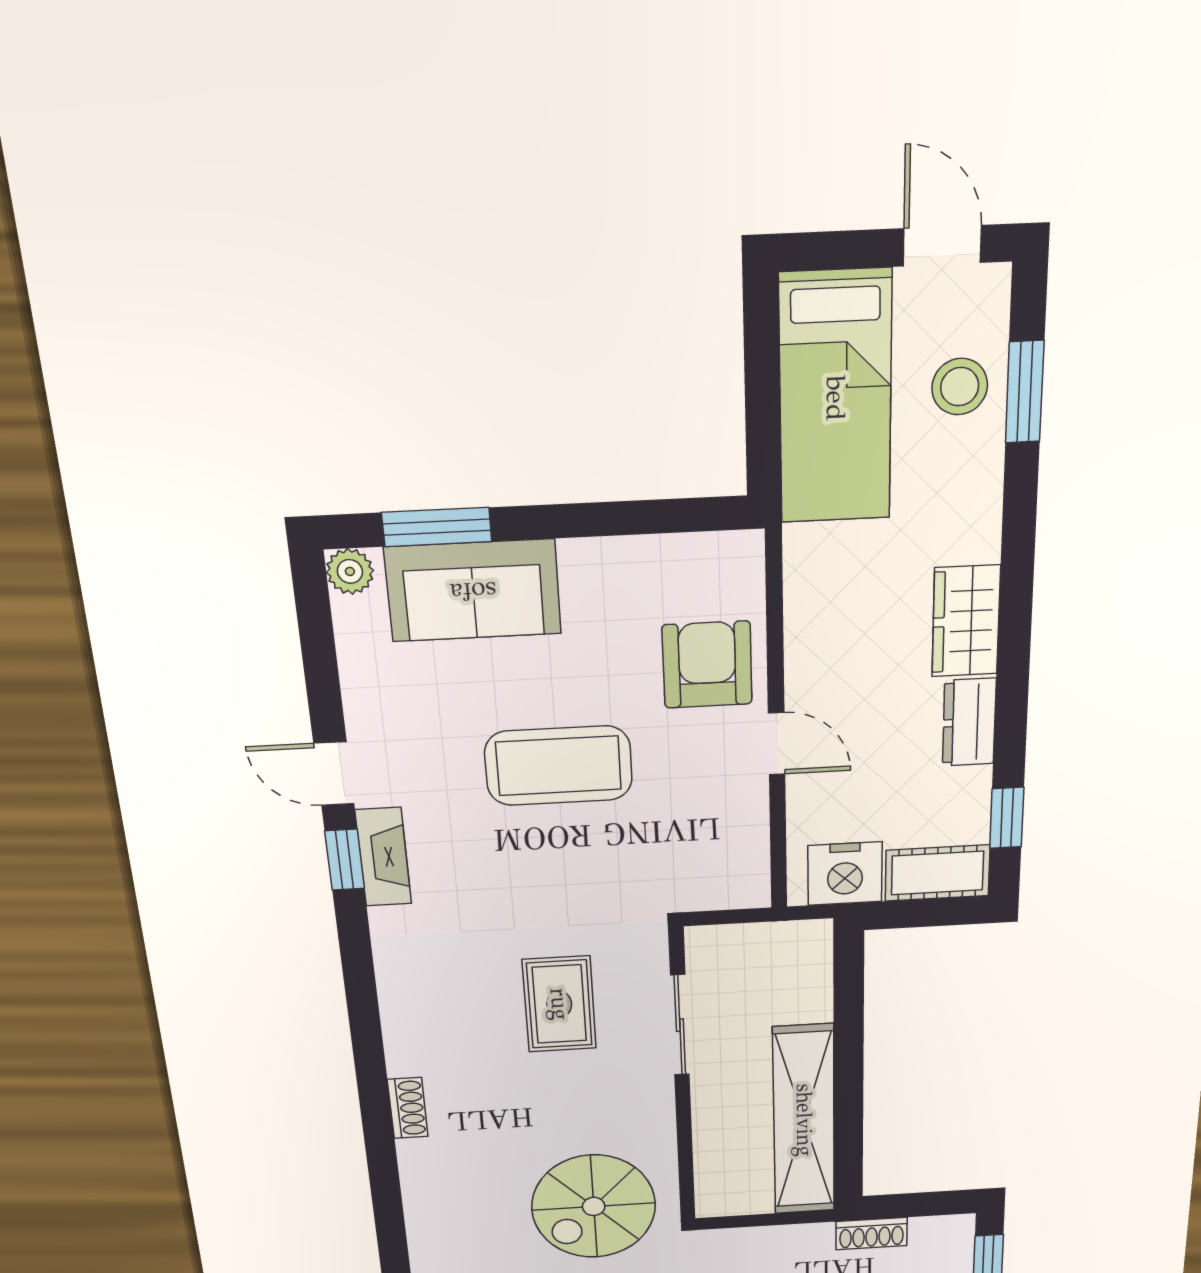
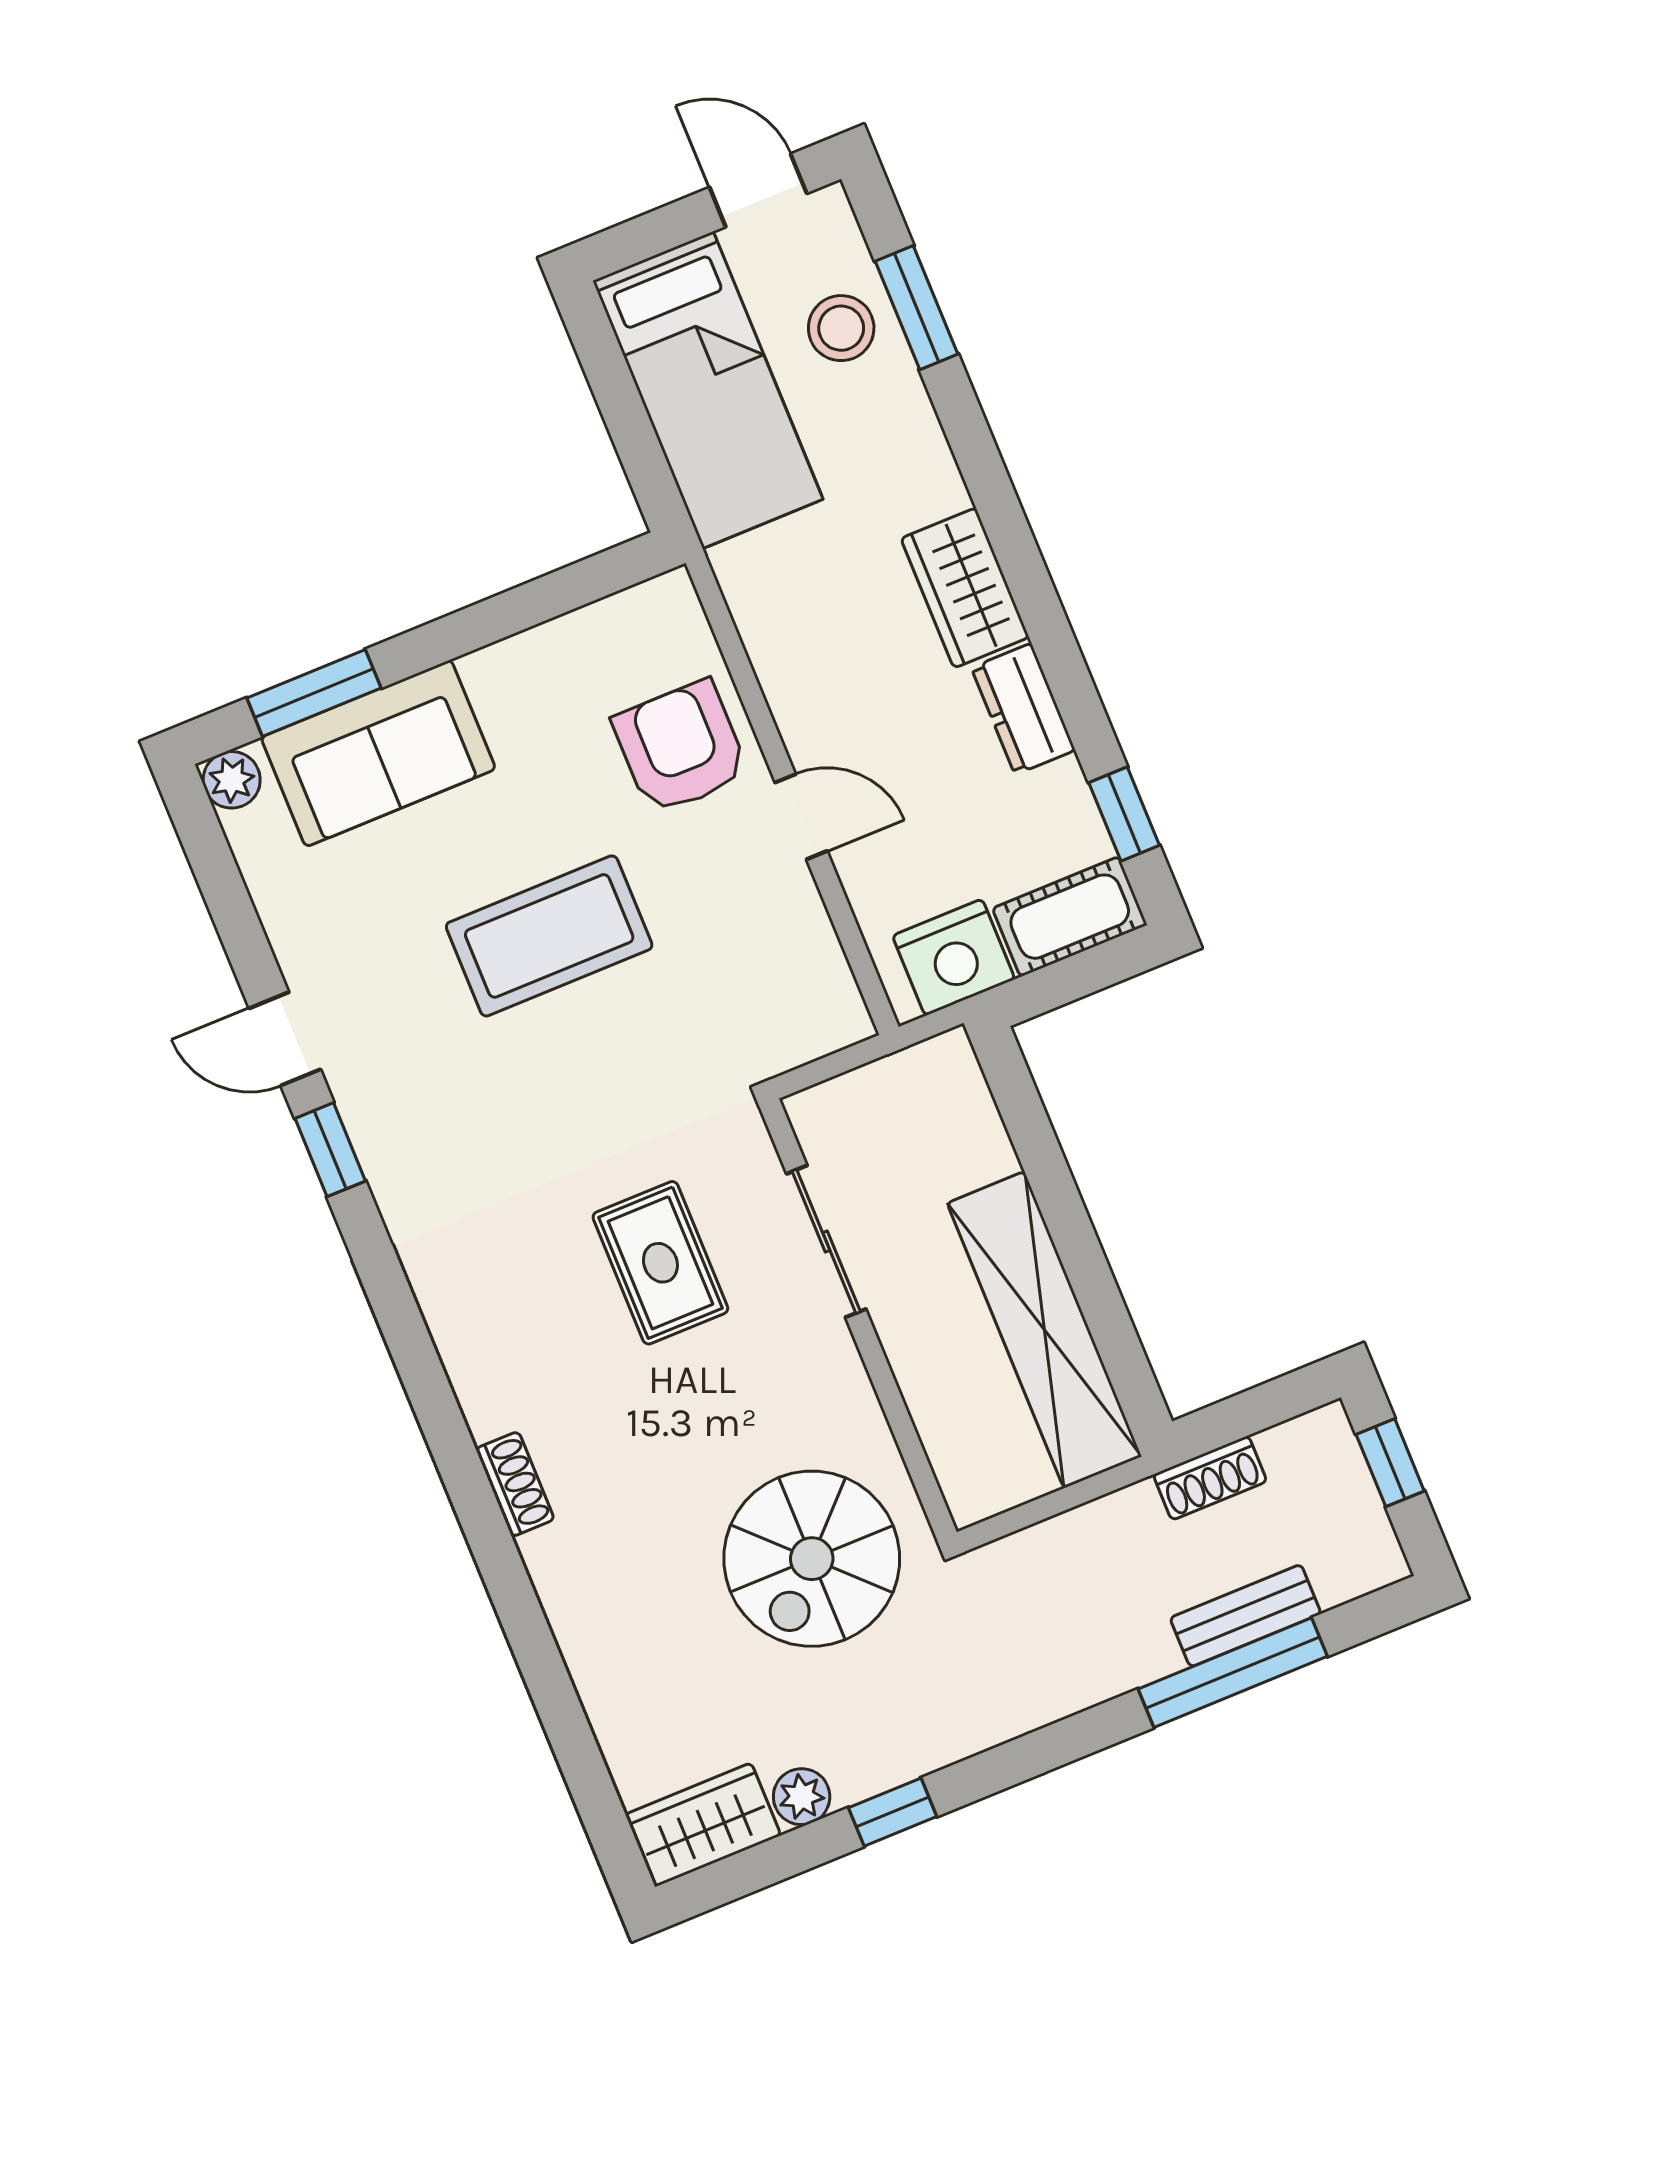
fireplace: (383, 857) -> (376, 1130), removed

